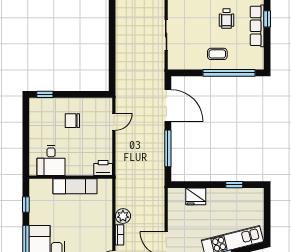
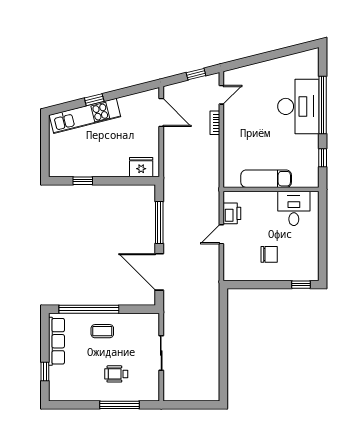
wheelchair: (226, 19) -> (116, 374), moved, turned -90
row of seats: (257, 26) -> (56, 341), moved
door: (114, 122) -> (221, 234), moved
printer: (103, 168) -> (232, 213), moved, turned -90
fridge: (196, 196) -> (141, 167), moved
plant: (123, 216) -> (211, 144), removed

